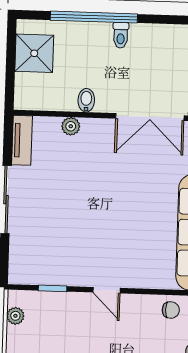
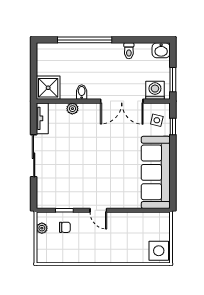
toilet: (121, 35) -> (129, 51), moved
shower: (34, 53) -> (48, 88), moved
chair: (171, 310) -> (65, 227), moved

